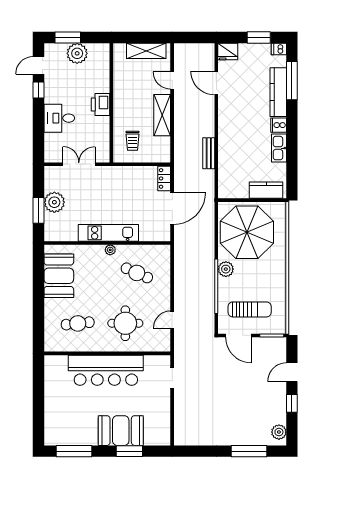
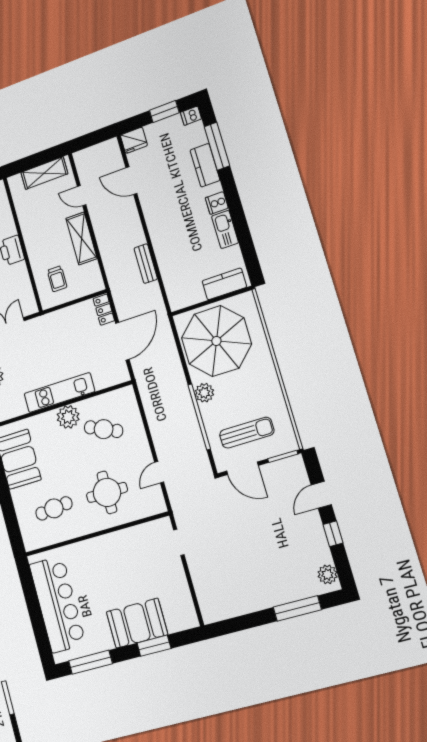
kitchen counter: (278, 92) -> (205, 165), width x0.67
plant: (110, 250) -> (68, 417), width x1.88, depth x1.88
bar counter: (106, 370) -> (57, 604), moved, turned -90

